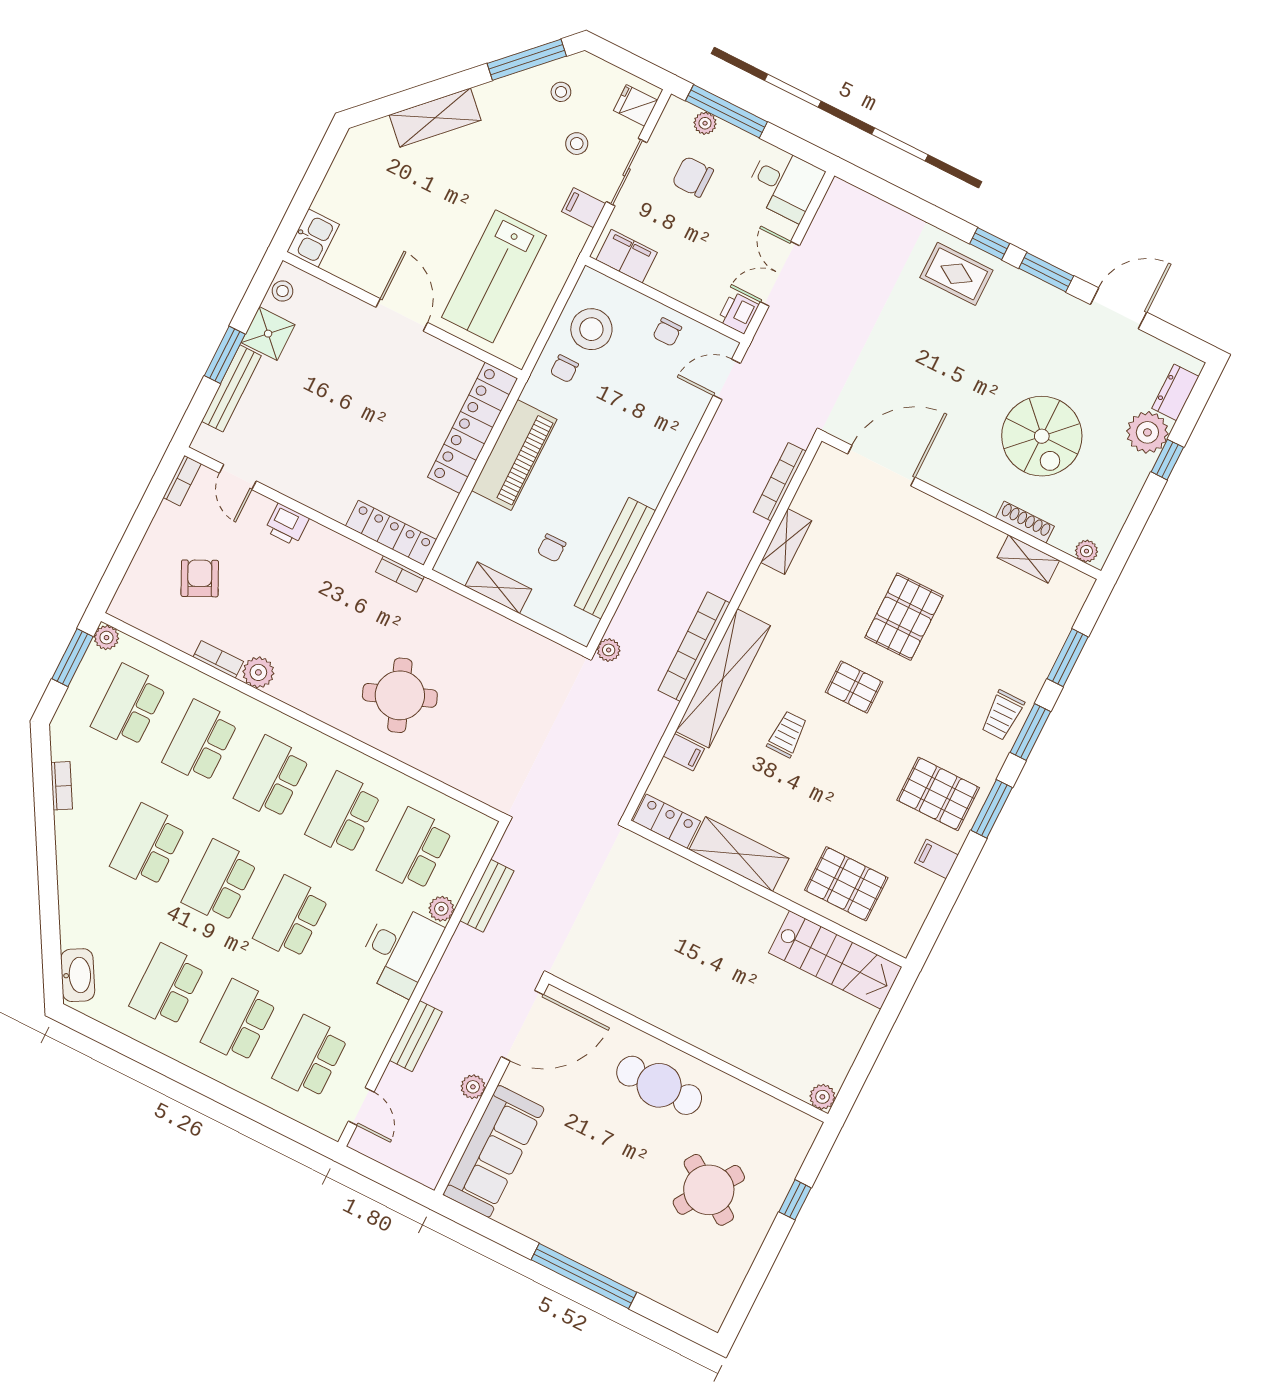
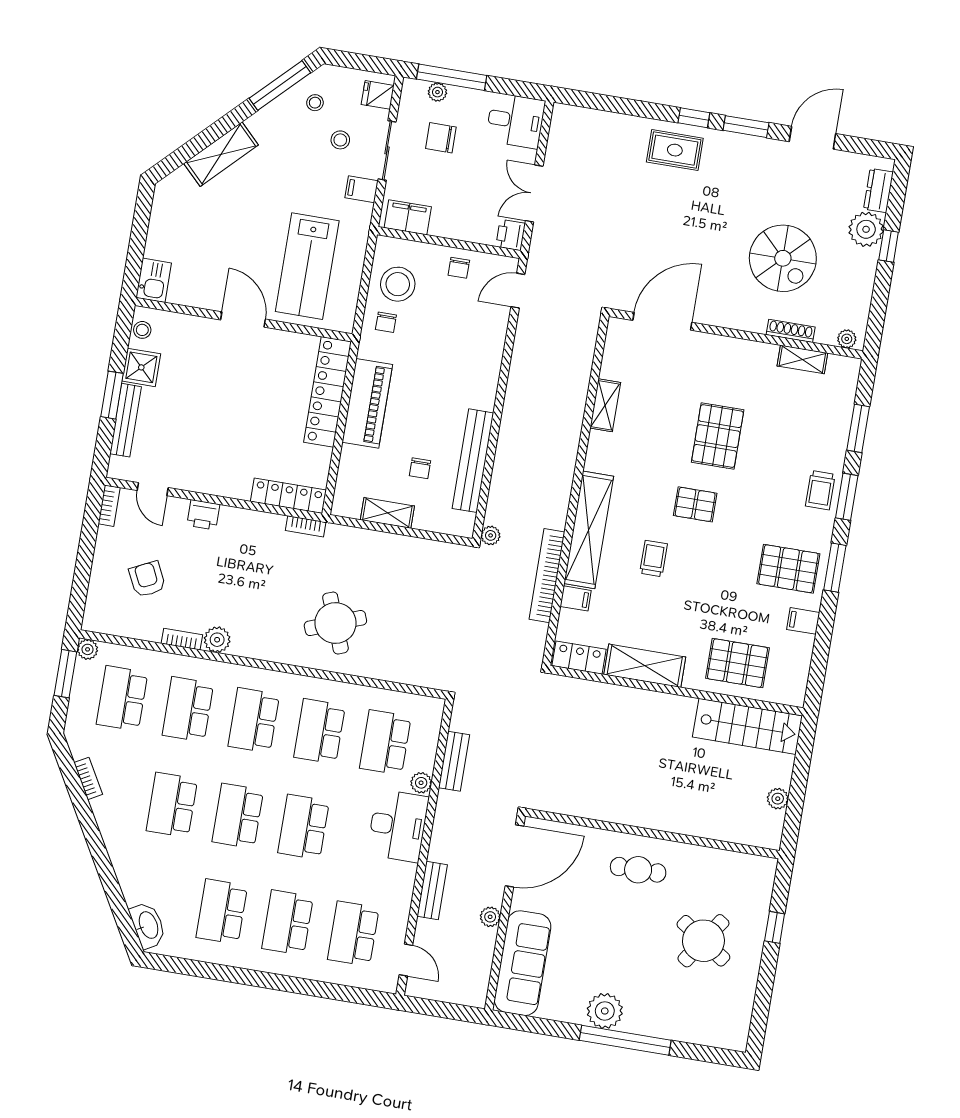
bookcase: (780, 482) -> (585, 359), removed
bookcase: (694, 647) -> (547, 576), moved
cafe table: (659, 1085) -> (638, 870), width x0.73, depth x0.74
plant: (822, 1097) -> (778, 799), moved
plant: (571, 1235) -> (605, 1011), added

